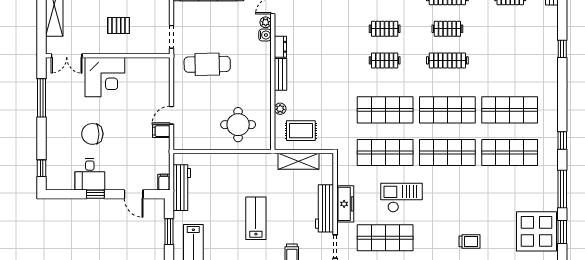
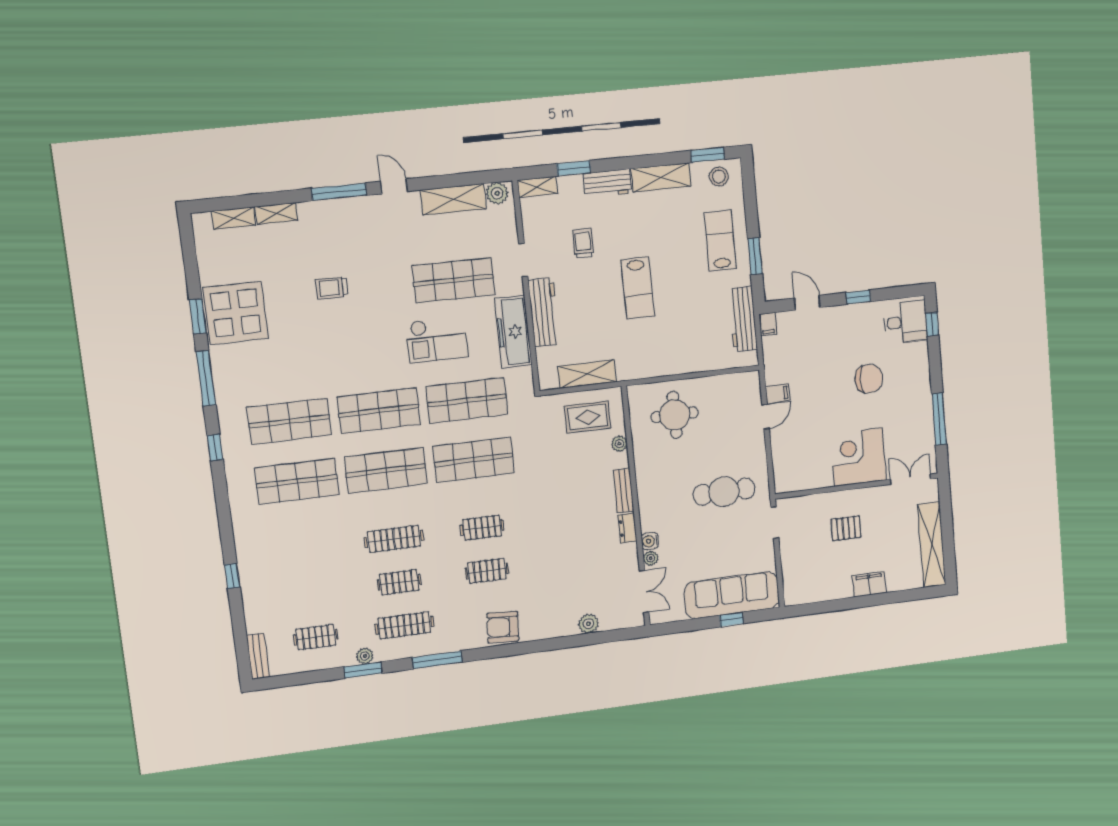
desk: (90, 174) -> (905, 322), moved, turned 90
freezer: (345, 204) -> (513, 332), width x1.36, depth x1.26

